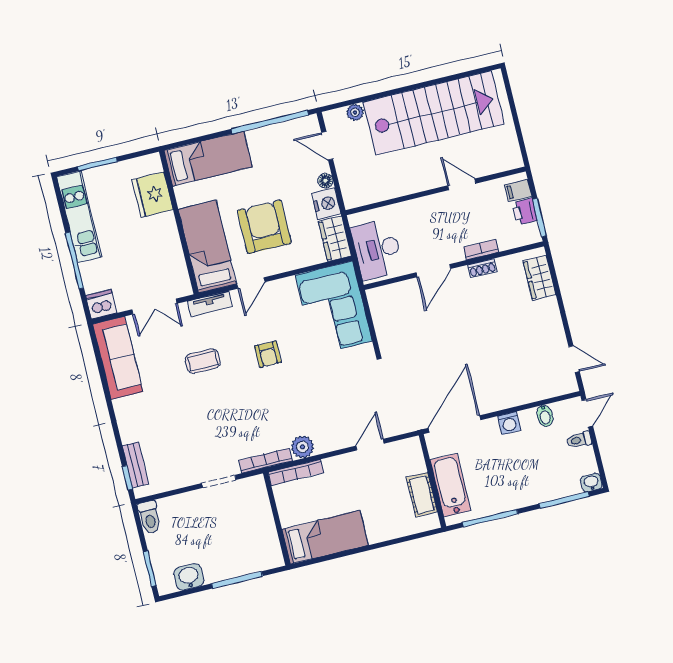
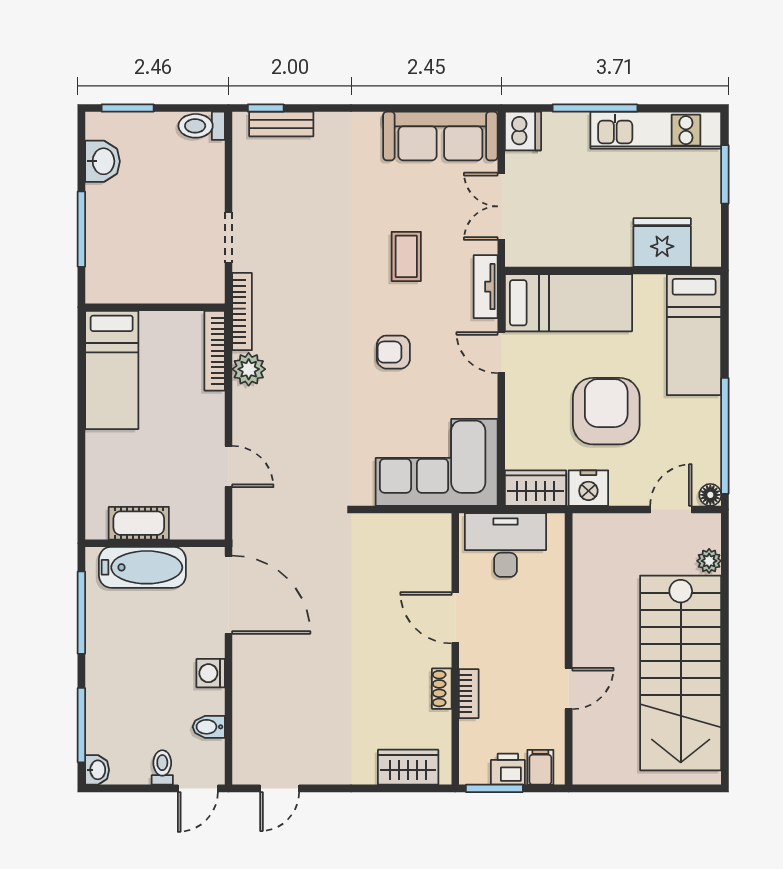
floor lamp: (325, 181) -> (710, 495), moved
armchair: (264, 227) -> (606, 411), moved, turned -90
door: (587, 413) -> (198, 788), hinge flipped

